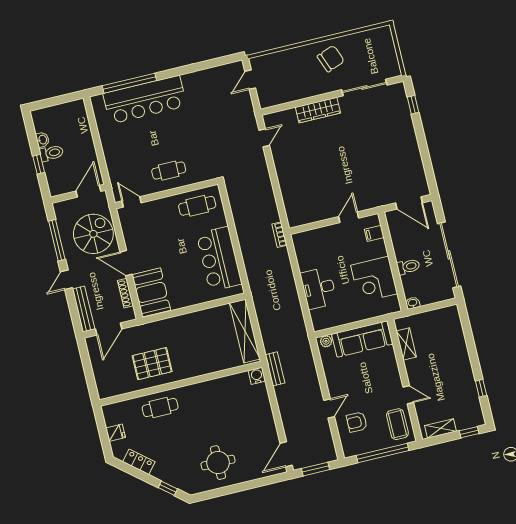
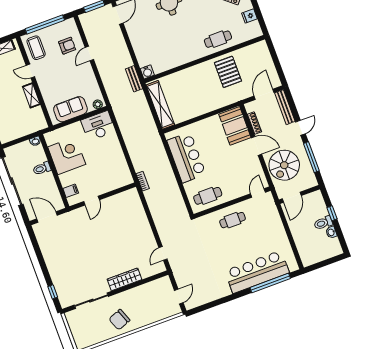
door: (132, 202) -> (258, 193), swing flipped
desk: (319, 288) -> (98, 126), moved, turned -90
sofa: (362, 339) -> (70, 109), width x0.73
shelving: (406, 344) -> (31, 95), moved
pallet: (152, 364) -> (228, 72), turned 90

